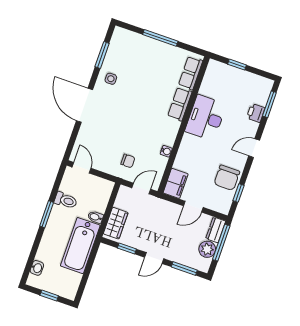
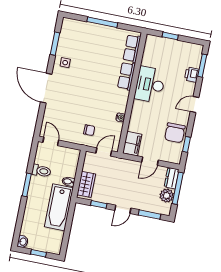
washbasin: (37, 268) -> (23, 242), moved

